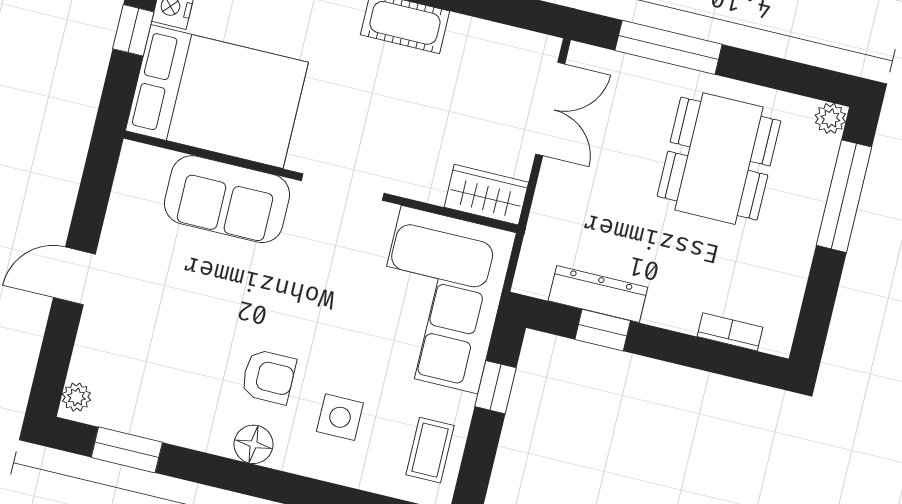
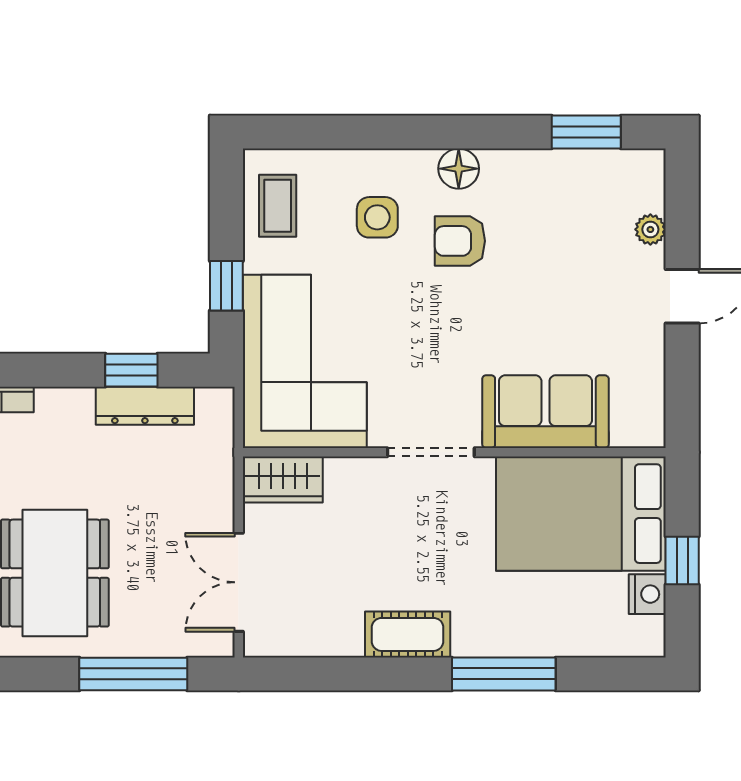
plant: (76, 397) -> (650, 229), moved

